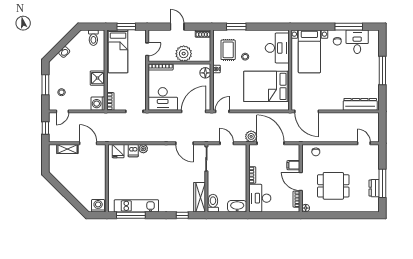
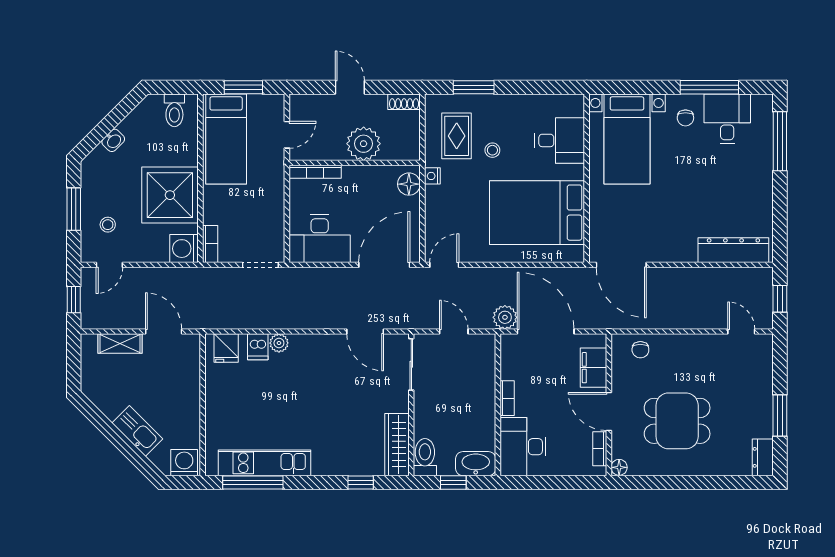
desk: (277, 48) -> (560, 140), width x0.73
window: (382, 70) -> (780, 141), moved
shower: (97, 78) -> (170, 195), width x1.86, depth x1.86
window: (382, 128) -> (780, 299), added
filing cabinet: (293, 165) -> (594, 368), width x2.00
window: (382, 183) -> (780, 415), width x0.69
dresser: (374, 188) -> (763, 457), moved
kitchen sink: (76, 191) -> (137, 431), added
window: (226, 215) -> (453, 483), added

